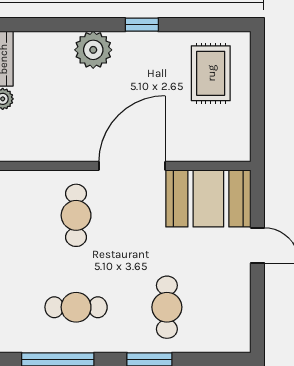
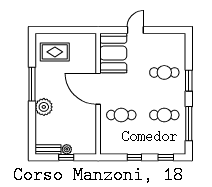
window: (142, 25) -> (32, 84), width x2.17
cafe table: (76, 307) -> (164, 115), turned 90

